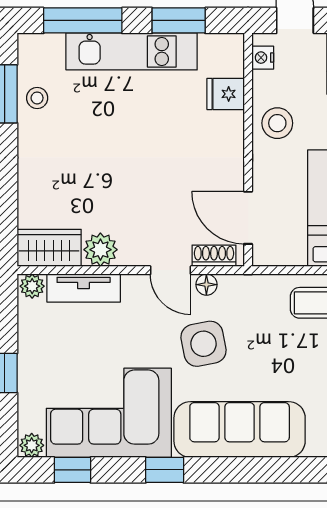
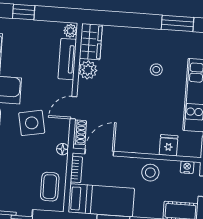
stool: (37, 98) -> (156, 70), moved
bookcase: (282, 257) -> (76, 169), added
floor lamp: (206, 285) -> (63, 149), moved

